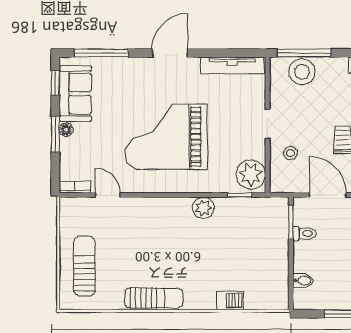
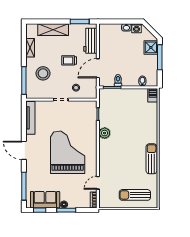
stool: (302, 72) -> (43, 73), moved
grand piano: (166, 137) -> (68, 152), turned 180
plant: (251, 175) -> (87, 108), removed
barbecue: (230, 300) -> (153, 95), moved

